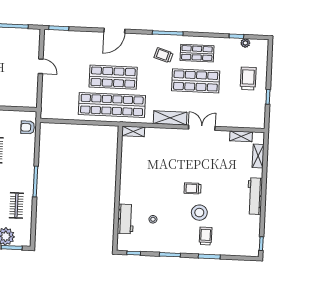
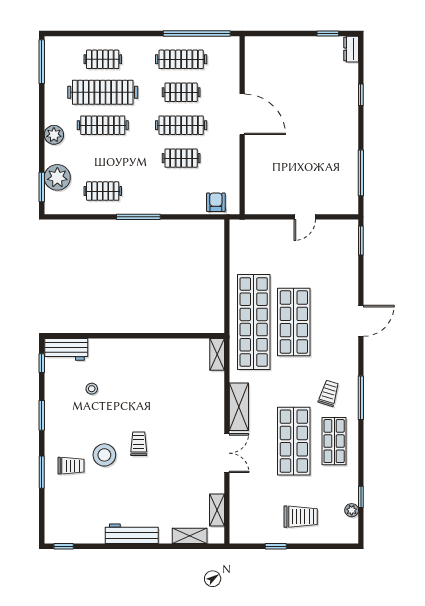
door: (114, 31) -> (361, 321), swing flipped
workbench: (126, 219) -> (66, 349), moved

